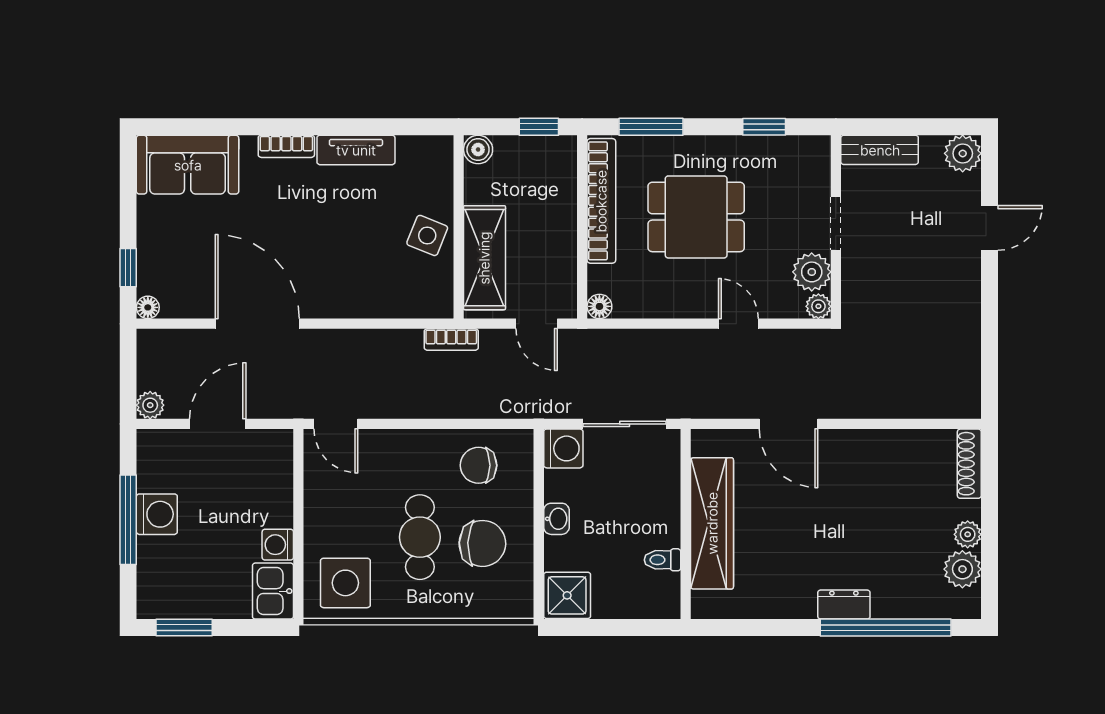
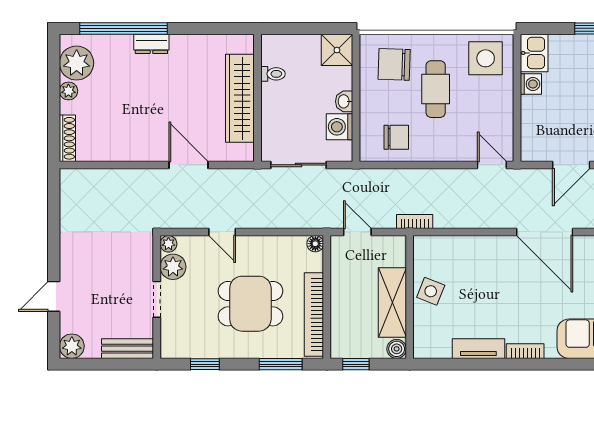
shelving: (484, 258) -> (392, 302), moved
washing machine: (563, 448) -> (339, 127), moved
chair: (482, 543) -> (394, 64), moved
plant: (962, 569) -> (77, 63), width x1.36, depth x1.36

